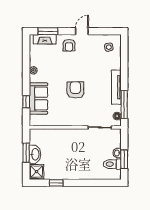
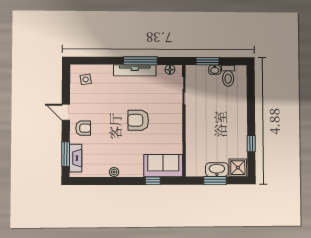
sofa: (38, 99) -> (163, 166), moved
window: (124, 105) -> (140, 61), moved
window: (124, 159) -> (208, 61), moved

